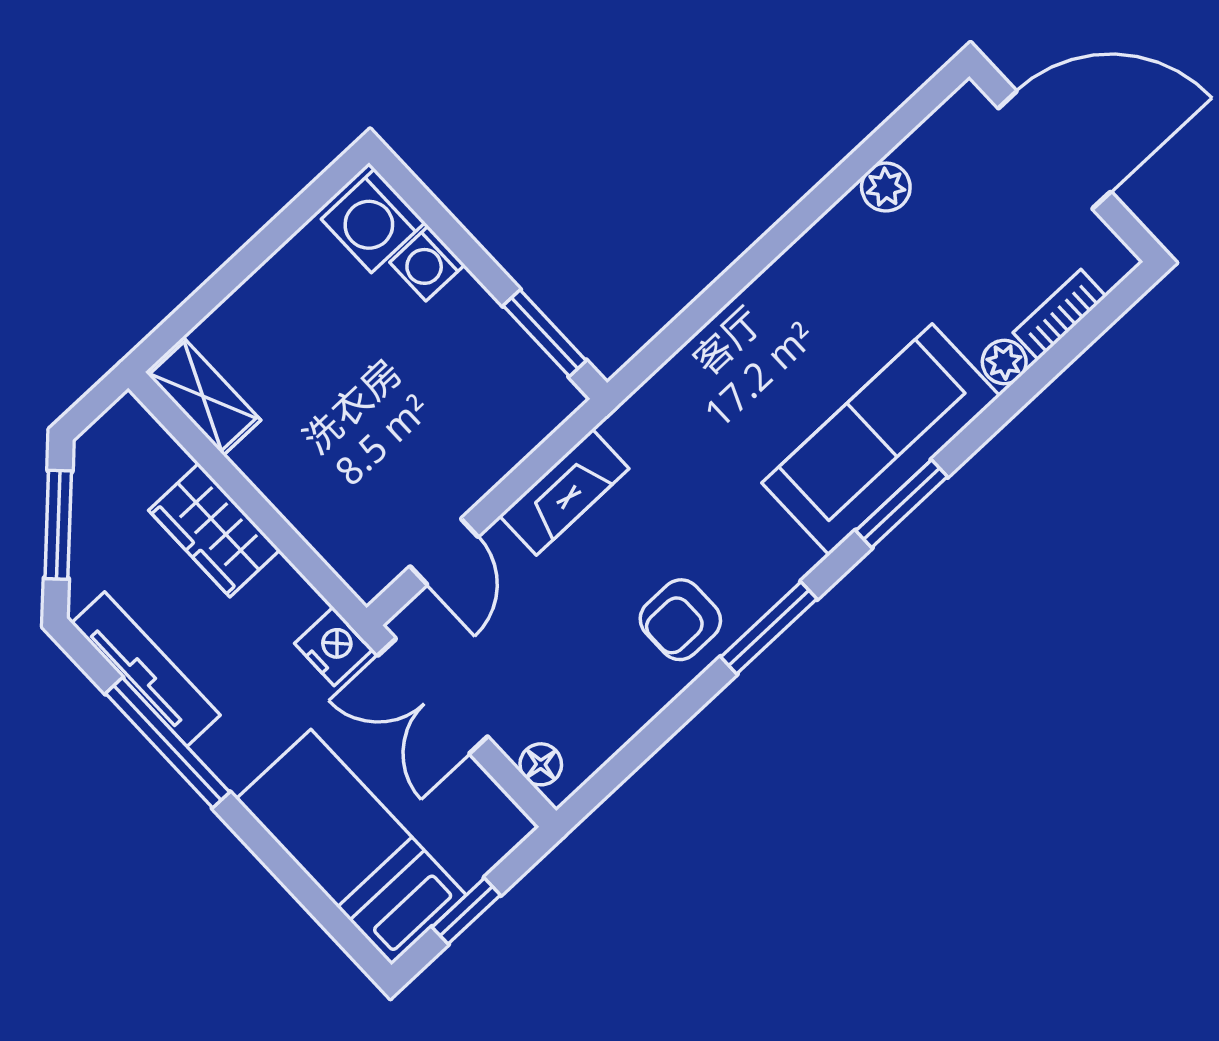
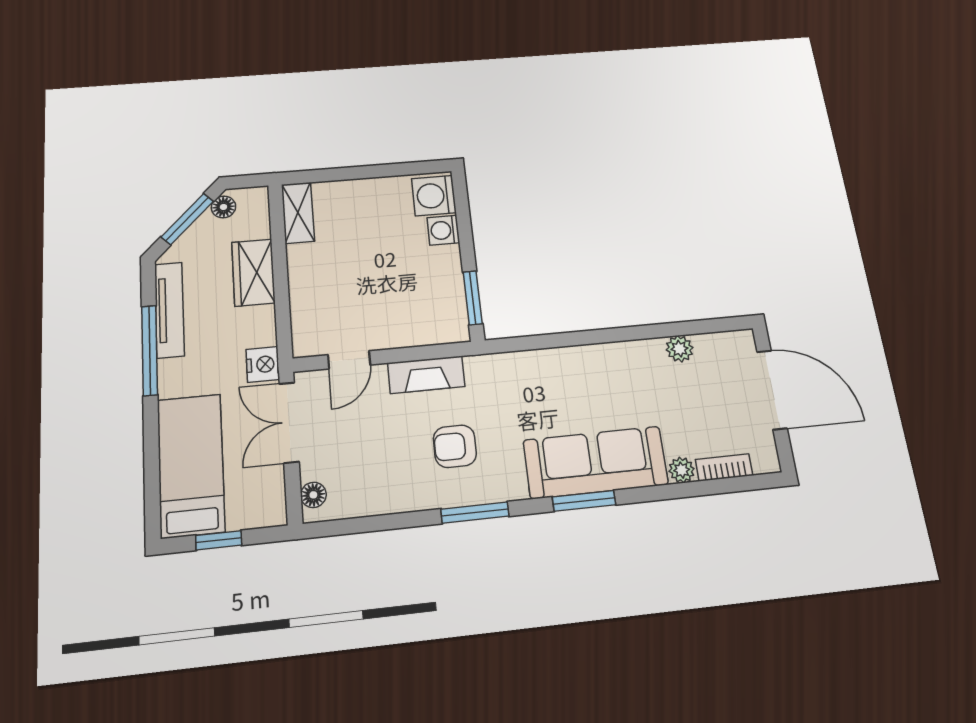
floor lamp: (93, 468) -> (223, 207), added
armchair: (680, 620) -> (455, 446), moved

